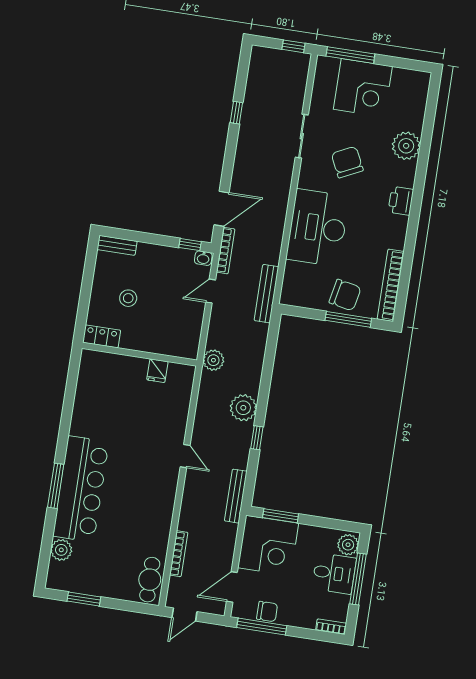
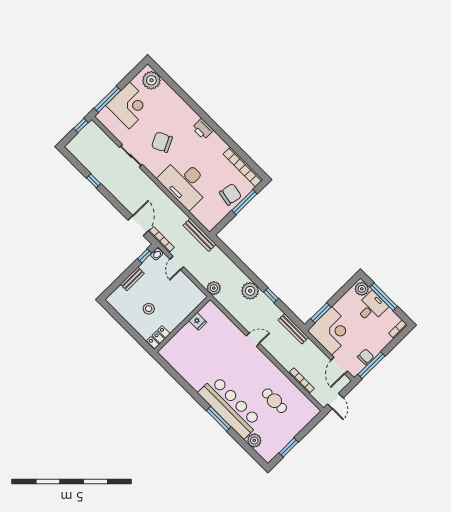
plant: (406, 146) -> (151, 80), moved
bench: (117, 245) -> (132, 279), moved
cafe table: (150, 580) -> (274, 401), moved

